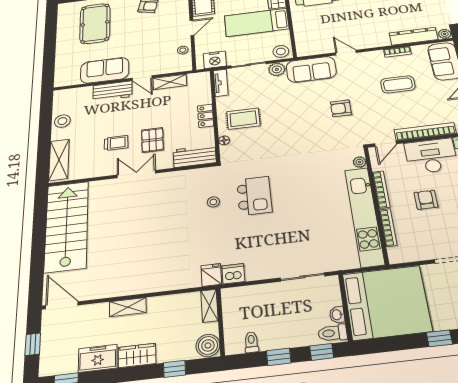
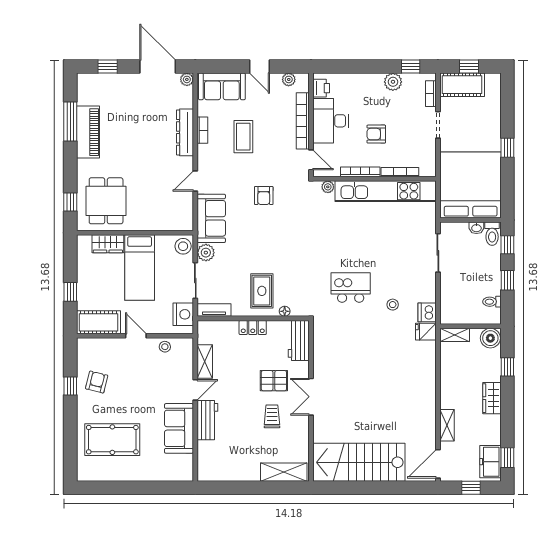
dresser: (413, 36) -> (185, 132), moved
stool: (62, 121) -> (238, 470), removed
stool: (213, 202) -> (393, 305), moved
shelving: (128, 307) -> (447, 425), moved
freezer: (98, 358) -> (490, 462), moved

